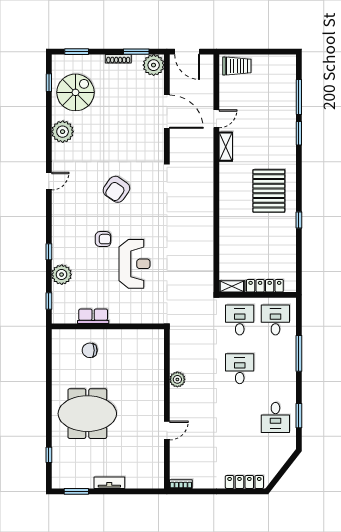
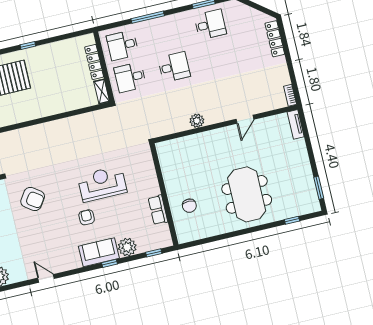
armchair: (116, 189) -> (33, 199), moved
sofa: (63, 243) -> (99, 252), added
desk: (240, 369) -> (174, 67), turned 180
door: (167, 430) -> (245, 119), swing flipped
tv unit: (109, 483) -> (296, 124), moved

